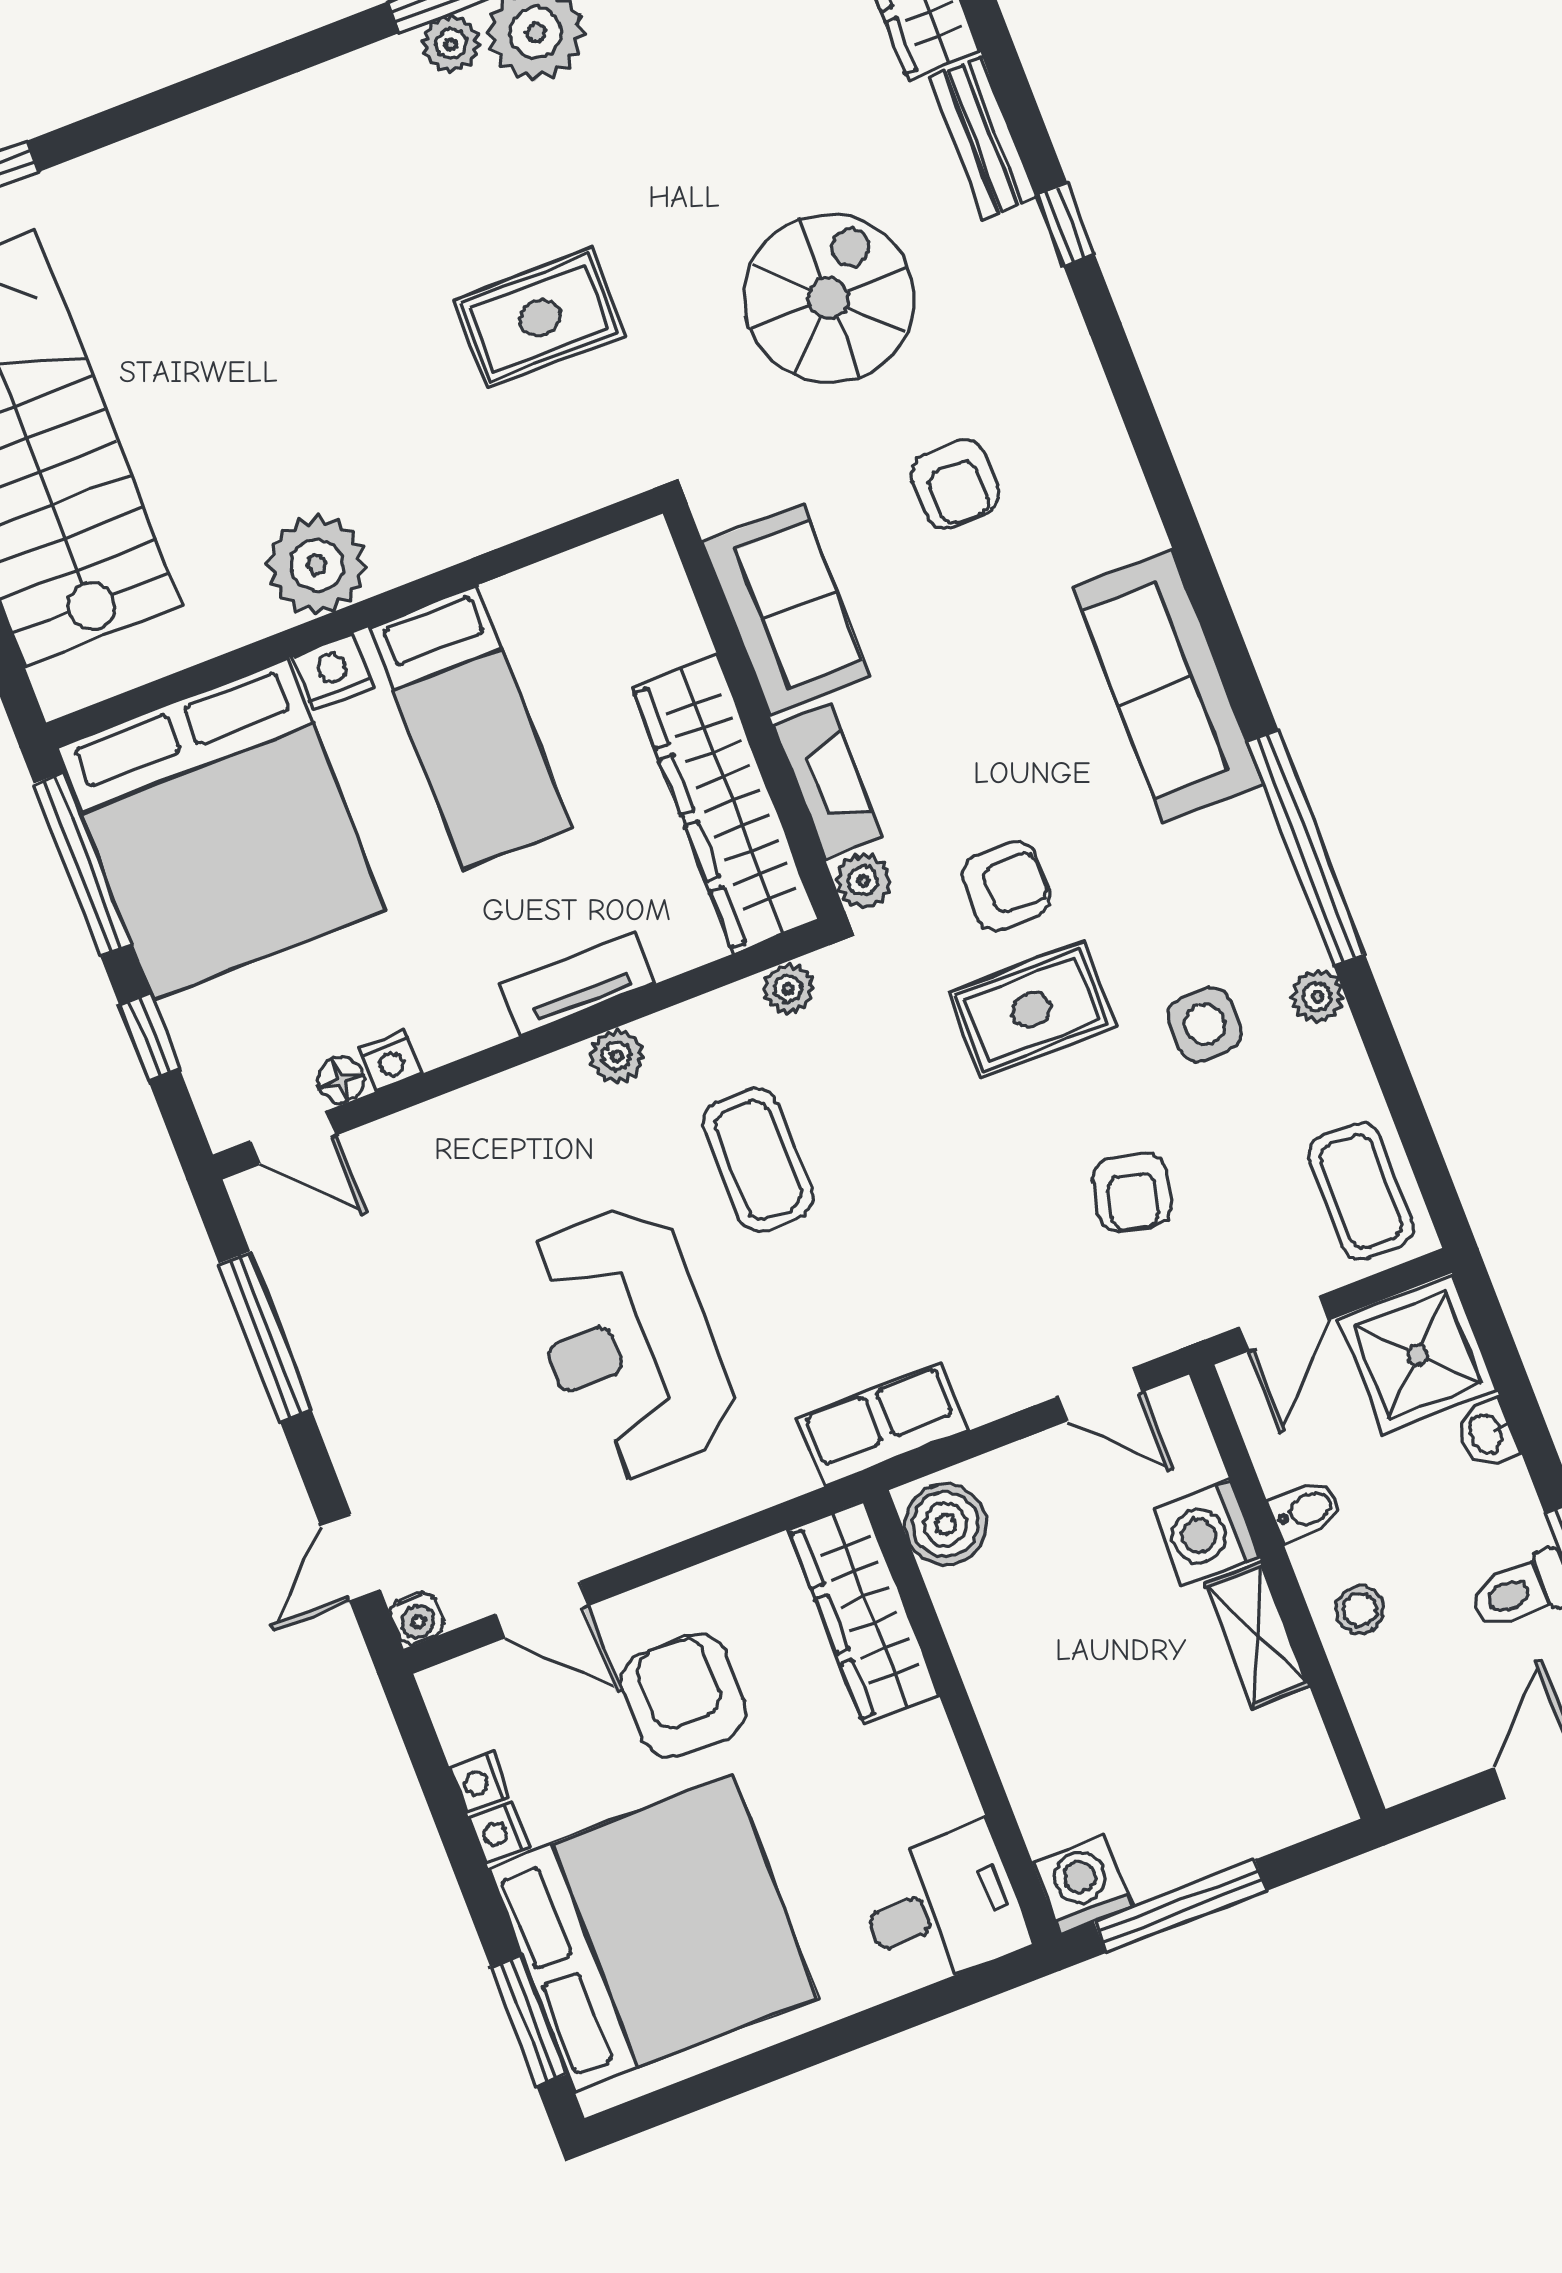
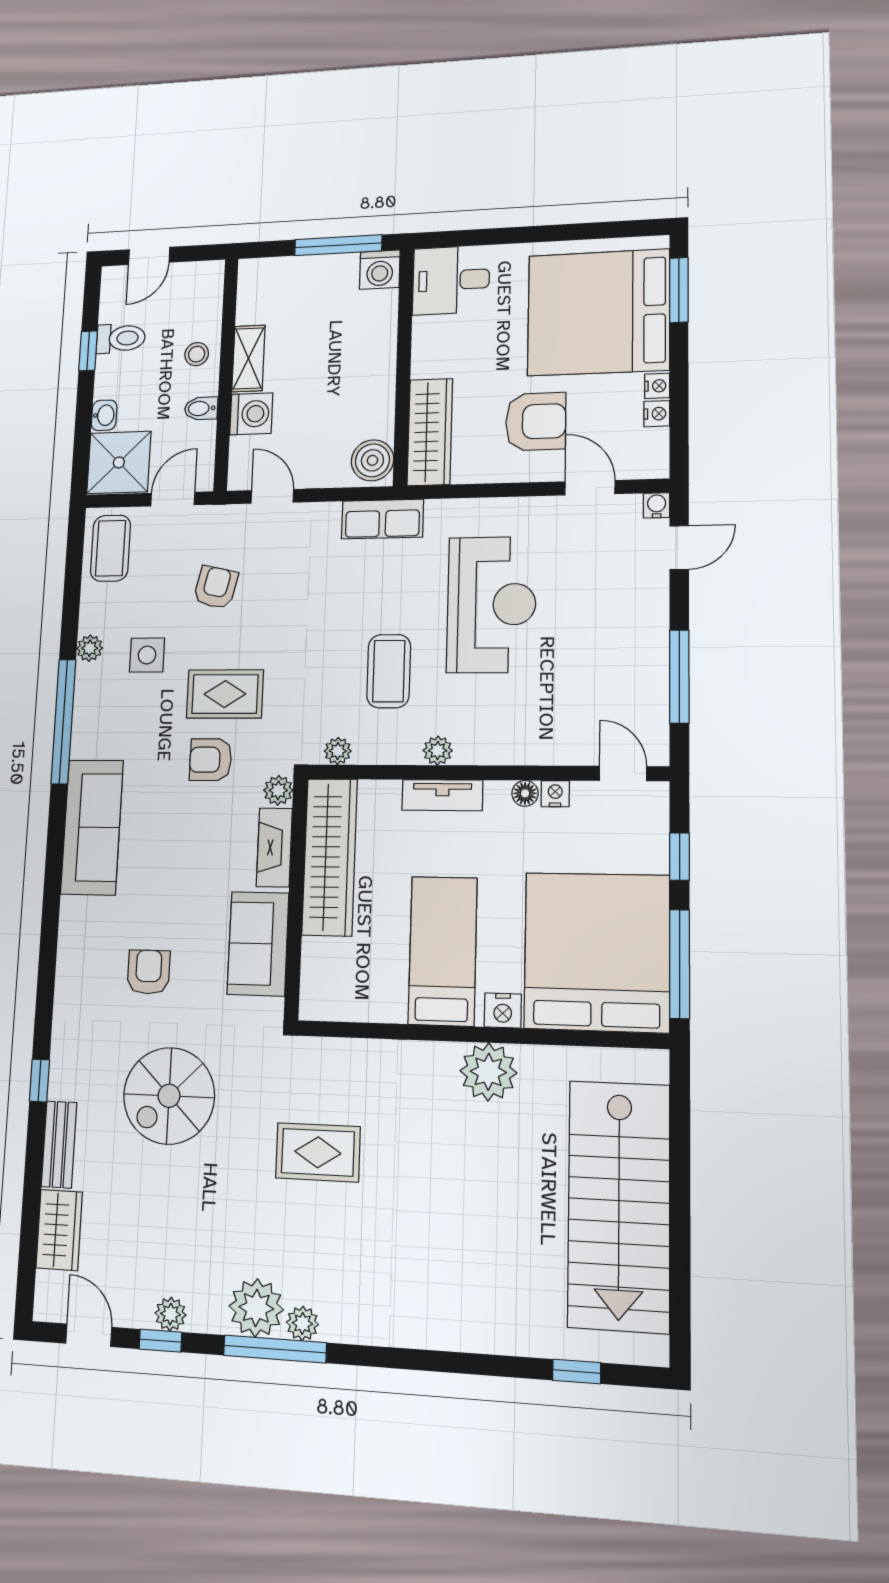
floor lamp: (341, 1080) -> (525, 793), moved
armchair: (684, 1696) -> (536, 422), turned -90

